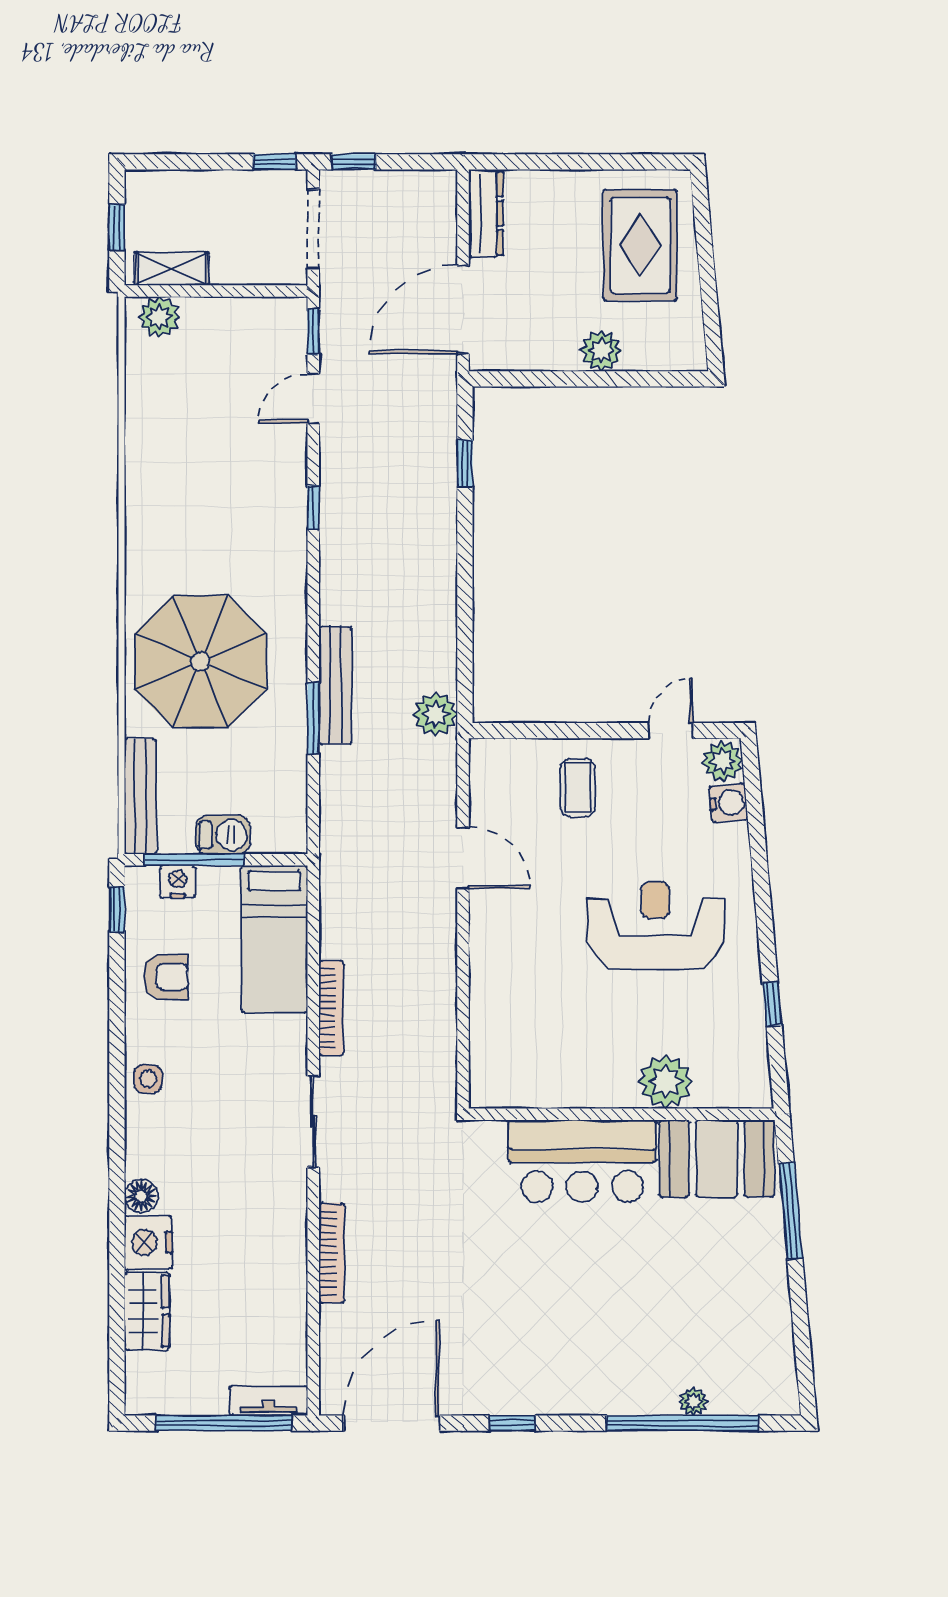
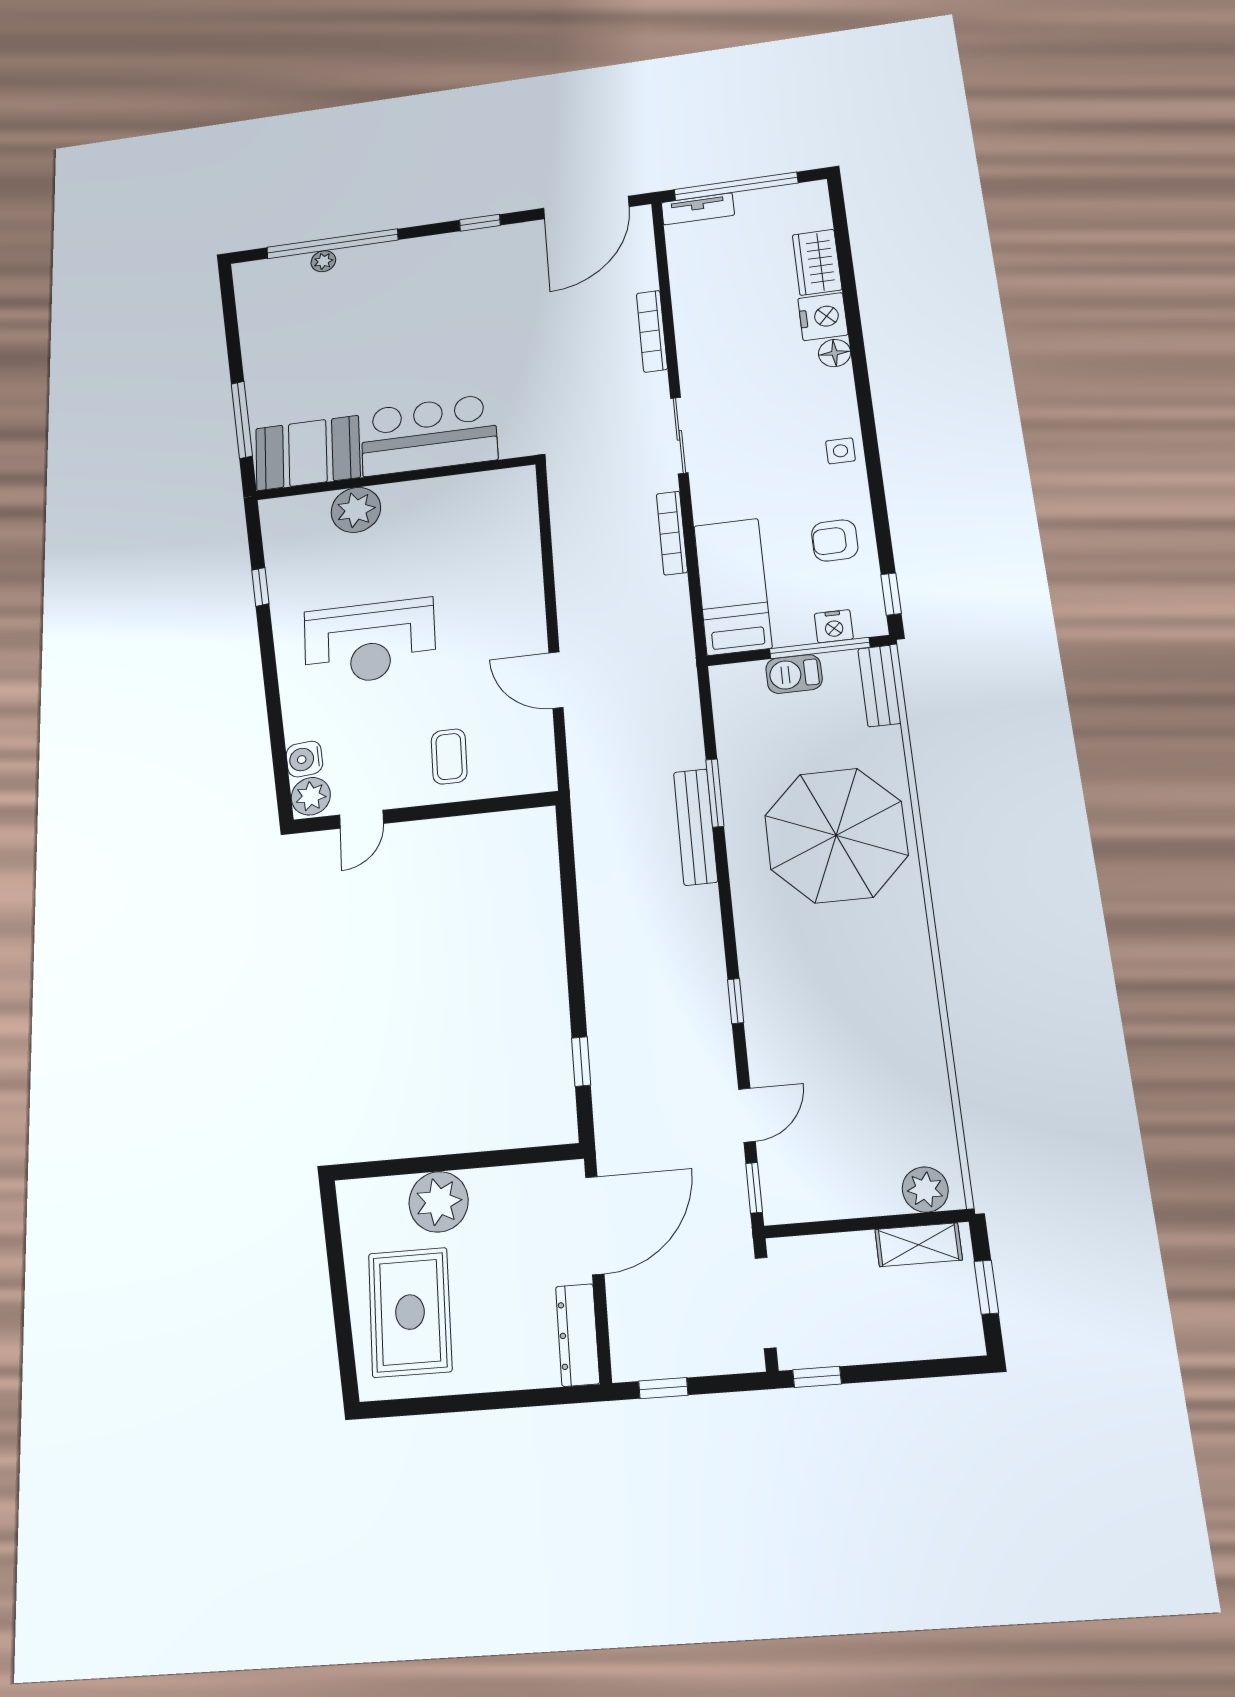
window: (354, 162) -> (663, 1388), moved
plant: (601, 351) -> (439, 1202), width x1.36, depth x1.36
plant: (436, 714) -> (593, 810), removed
bench: (140, 796) -> (879, 686), width x0.73

